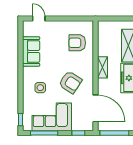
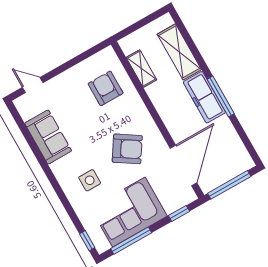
armchair: (77, 43) -> (106, 88), turned 90
shelving: (103, 67) -> (141, 69), moved
door: (96, 108) -> (184, 165), hinge flipped

